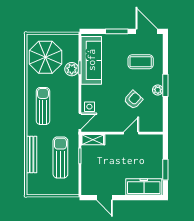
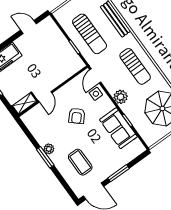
sofa: (91, 60) -> (118, 128), width x0.73
coffee table: (141, 62) -> (80, 162), turned 90
plant: (72, 69) -> (121, 97), moved
armchair: (133, 100) -> (77, 116), moved
shelving: (93, 140) -> (25, 103), moved

